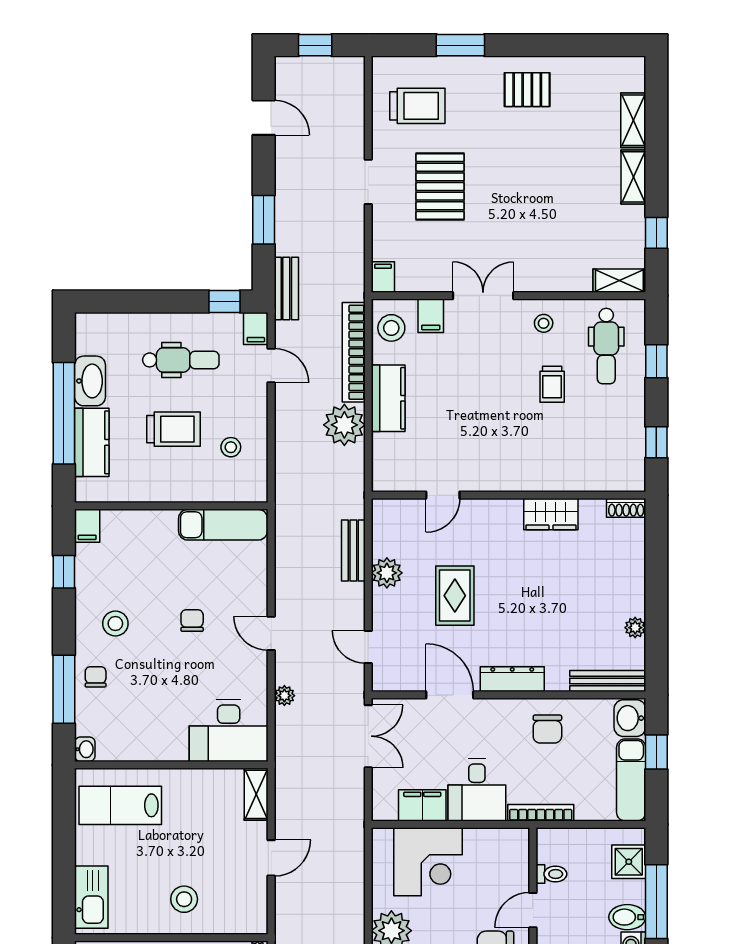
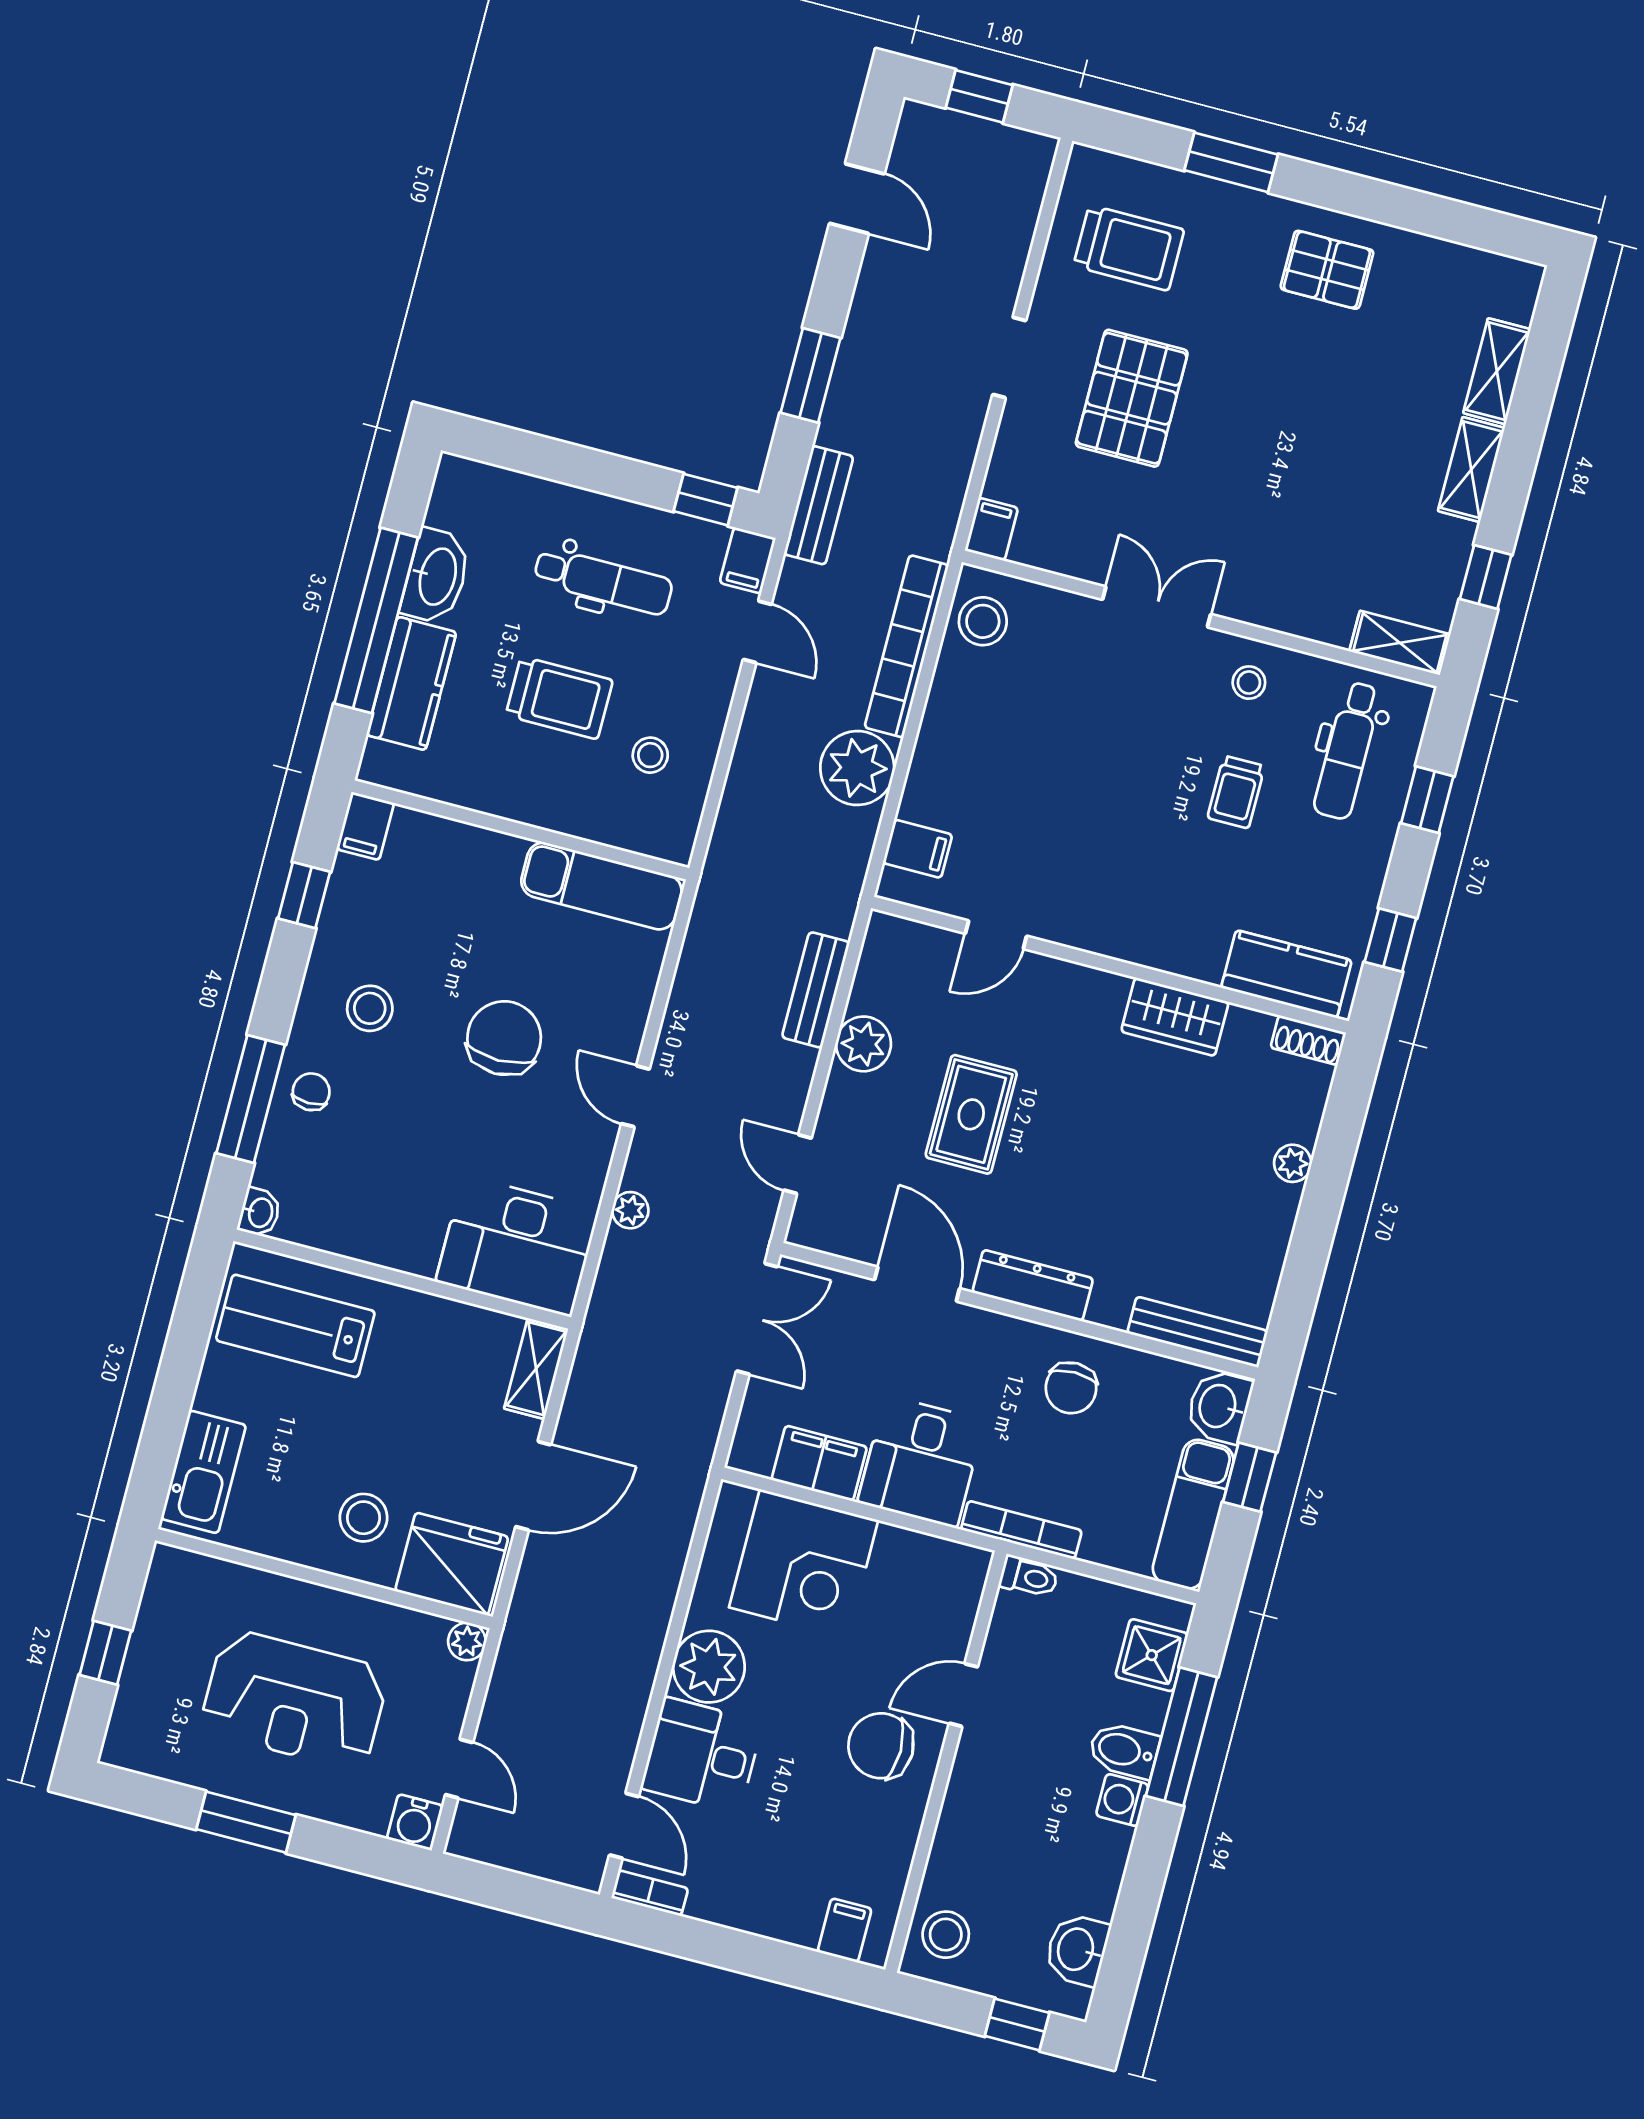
filing cabinet: (431, 316) -> (918, 849), moved, turned -90
kitchen counter: (388, 398) -> (1286, 974), moved, turned -90
chair: (192, 620) -> (504, 1038), width x1.87, depth x1.87
plant: (635, 628) -> (1293, 1163), moved
door: (271, 858) -> (533, 1486), width x1.38
toilet: (551, 874) -> (1029, 1577), moved
fridge: (238, 912) -> (452, 1564), added

